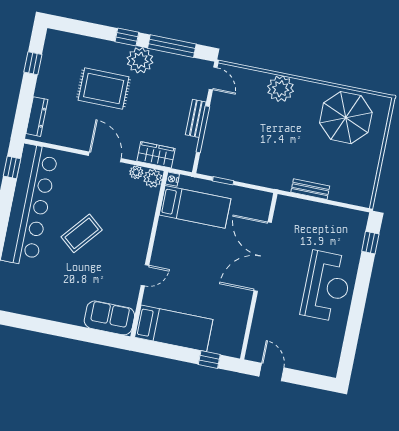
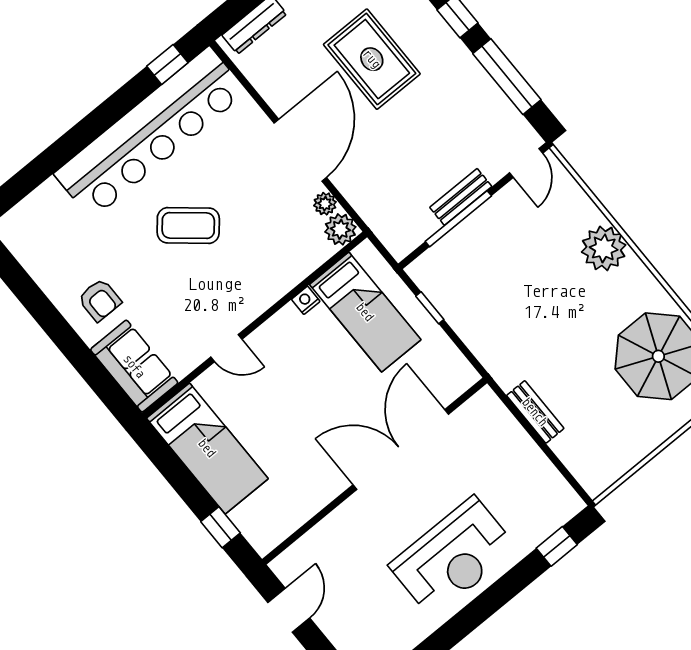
plant: (140, 60) -> (450, 61), removed
wardrobe: (156, 155) -> (370, 202), removed
door: (105, 157) -> (300, 150), width x1.36
nightstand: (172, 179) -> (306, 300), moved
armchair: (69, 301) -> (100, 300), added

